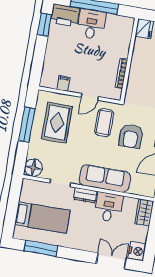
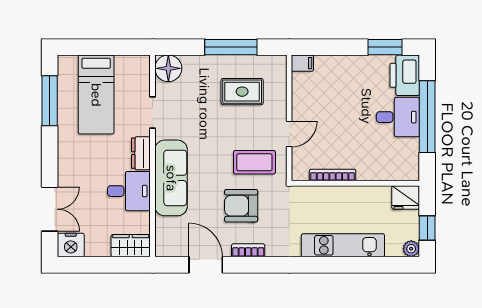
filing cabinet: (63, 83) -> (302, 63), moved
door: (90, 97) -> (289, 134), swing flipped
rug: (57, 123) -> (242, 92), width x0.73, depth x0.70

